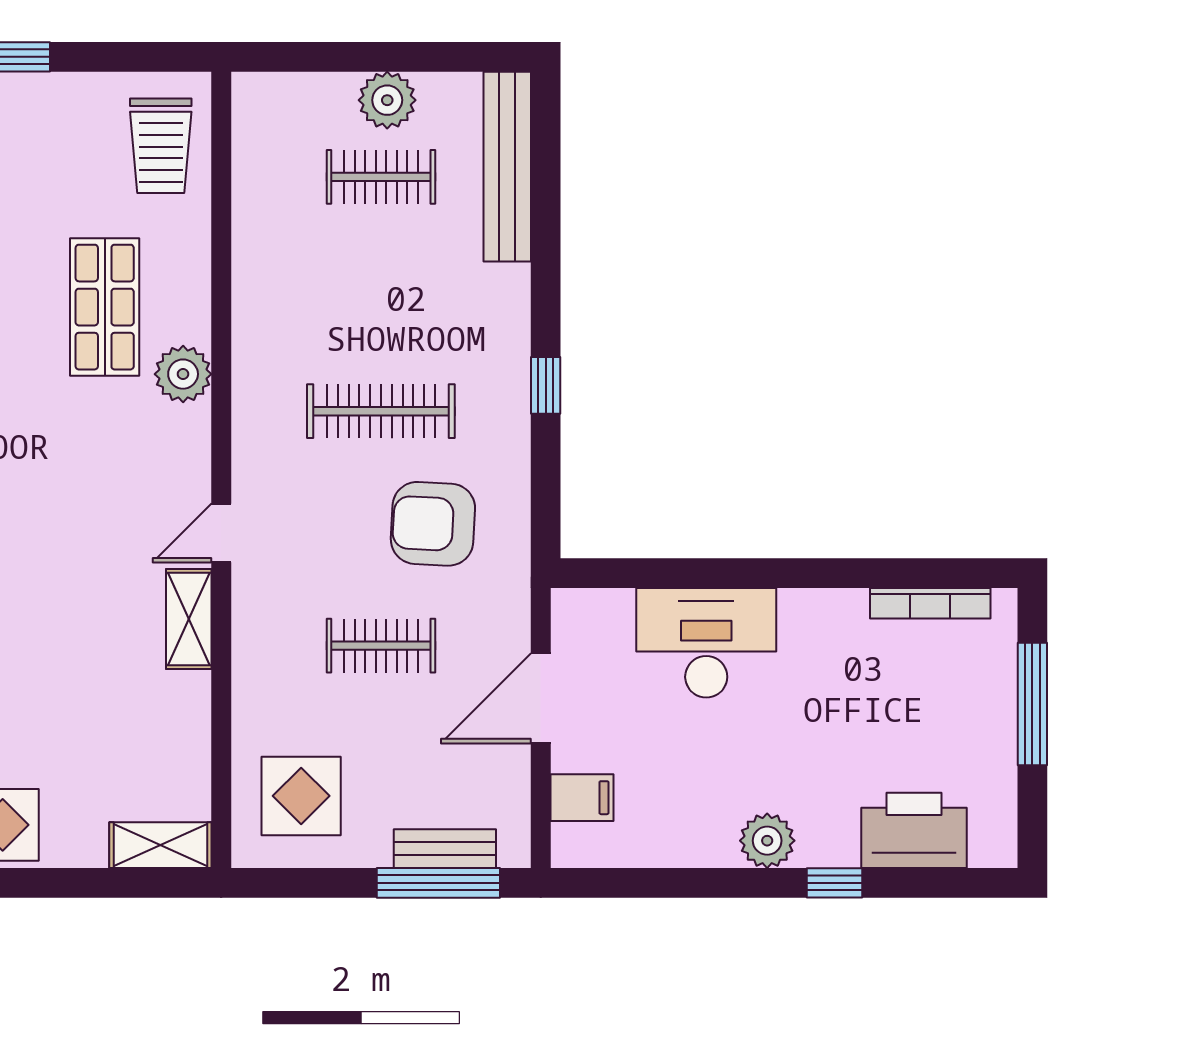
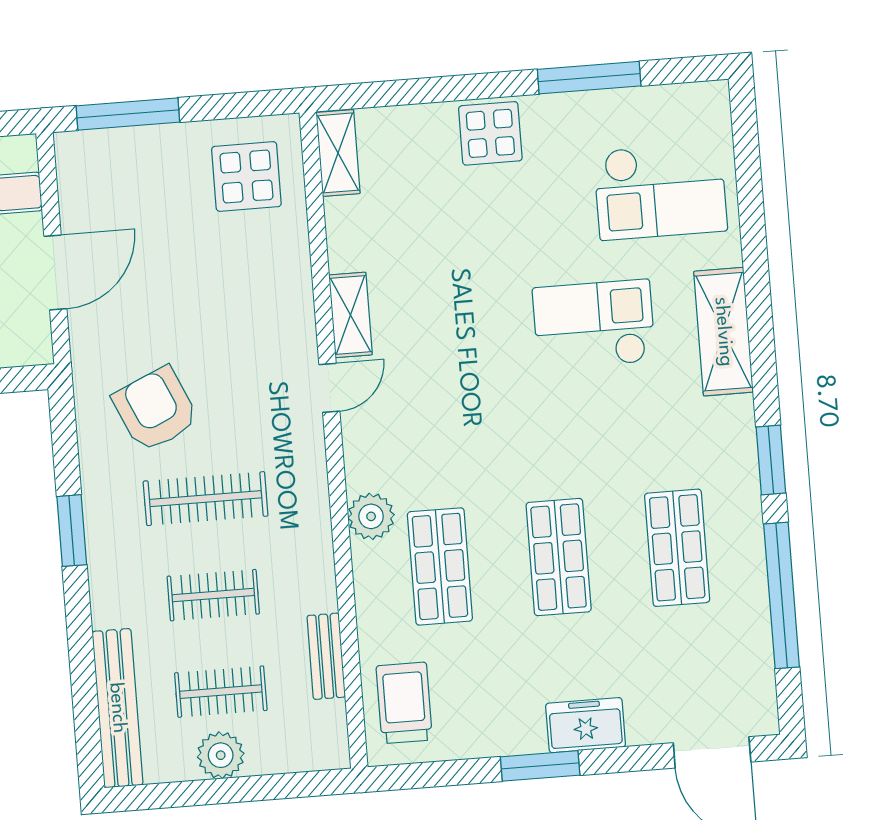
window: (546, 385) -> (72, 531), width x1.50
armchair: (433, 524) -> (156, 409), turned -117
clothes rail: (381, 646) -> (213, 595), moved
shelving: (160, 845) -> (338, 153), moved, turned 90
bench: (445, 849) -> (326, 656), moved, turned 90

